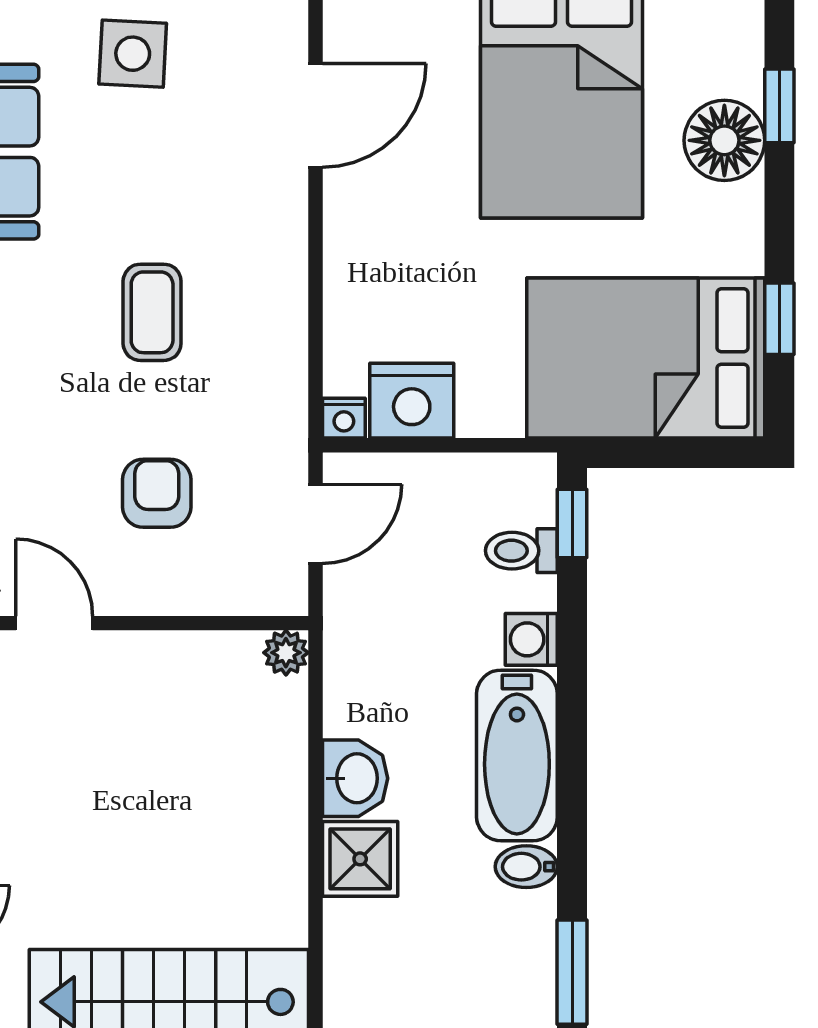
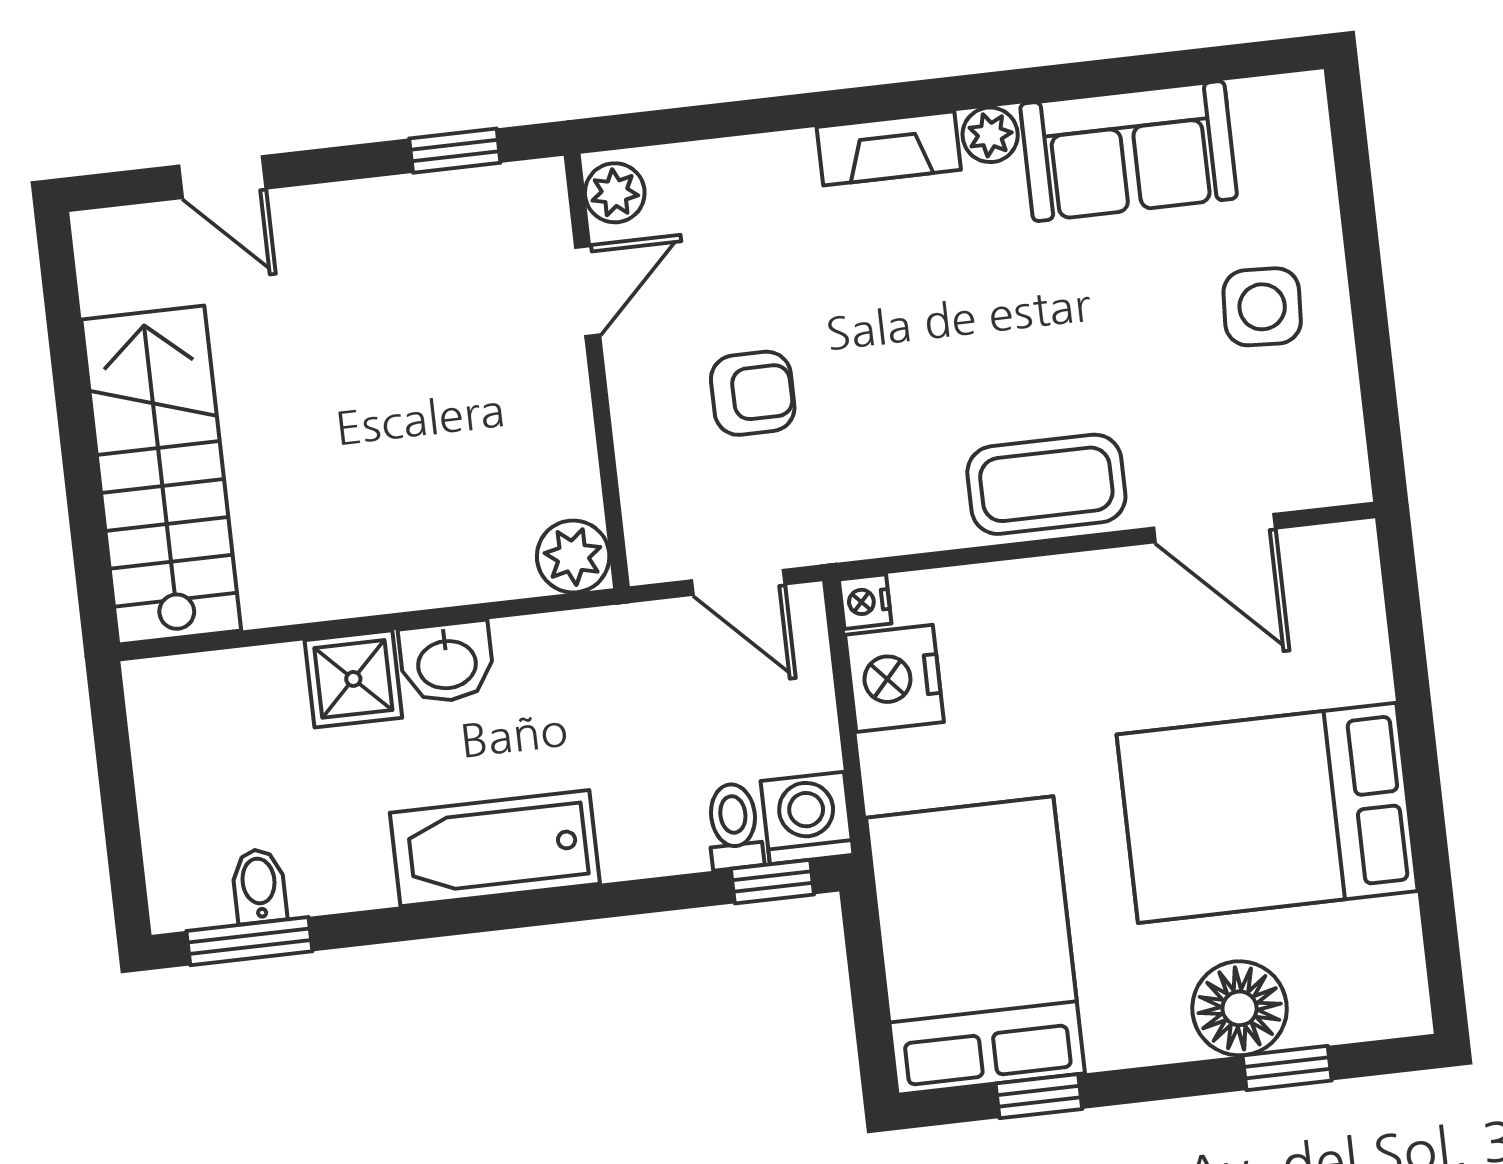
coffee table: (152, 312) -> (1046, 484), moved, width x1.36, depth x1.30
washing machine: (531, 639) -> (807, 818), moved, width x1.38, depth x1.38
plant: (286, 653) -> (573, 556), width x1.38, depth x1.38
bidet: (526, 867) -> (259, 886), moved

